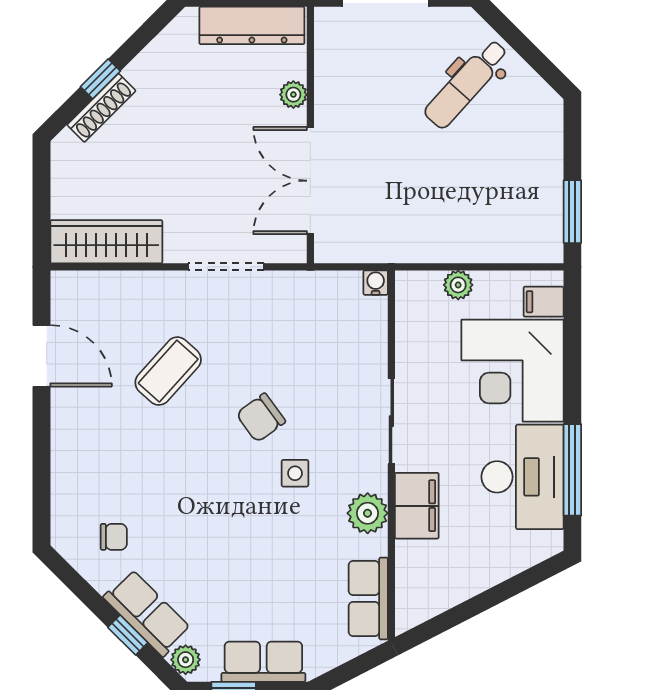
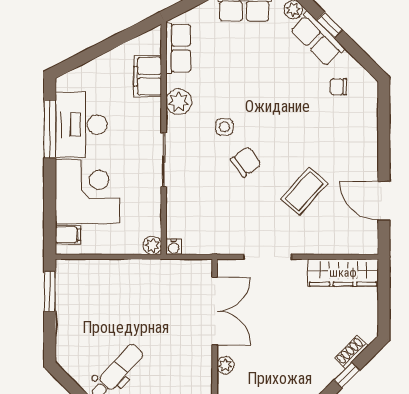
shoe rack: (101, 108) -> (351, 352), width x0.70
plant: (458, 285) -> (152, 245), moved
filing cabinet: (417, 506) -> (148, 76), moved

